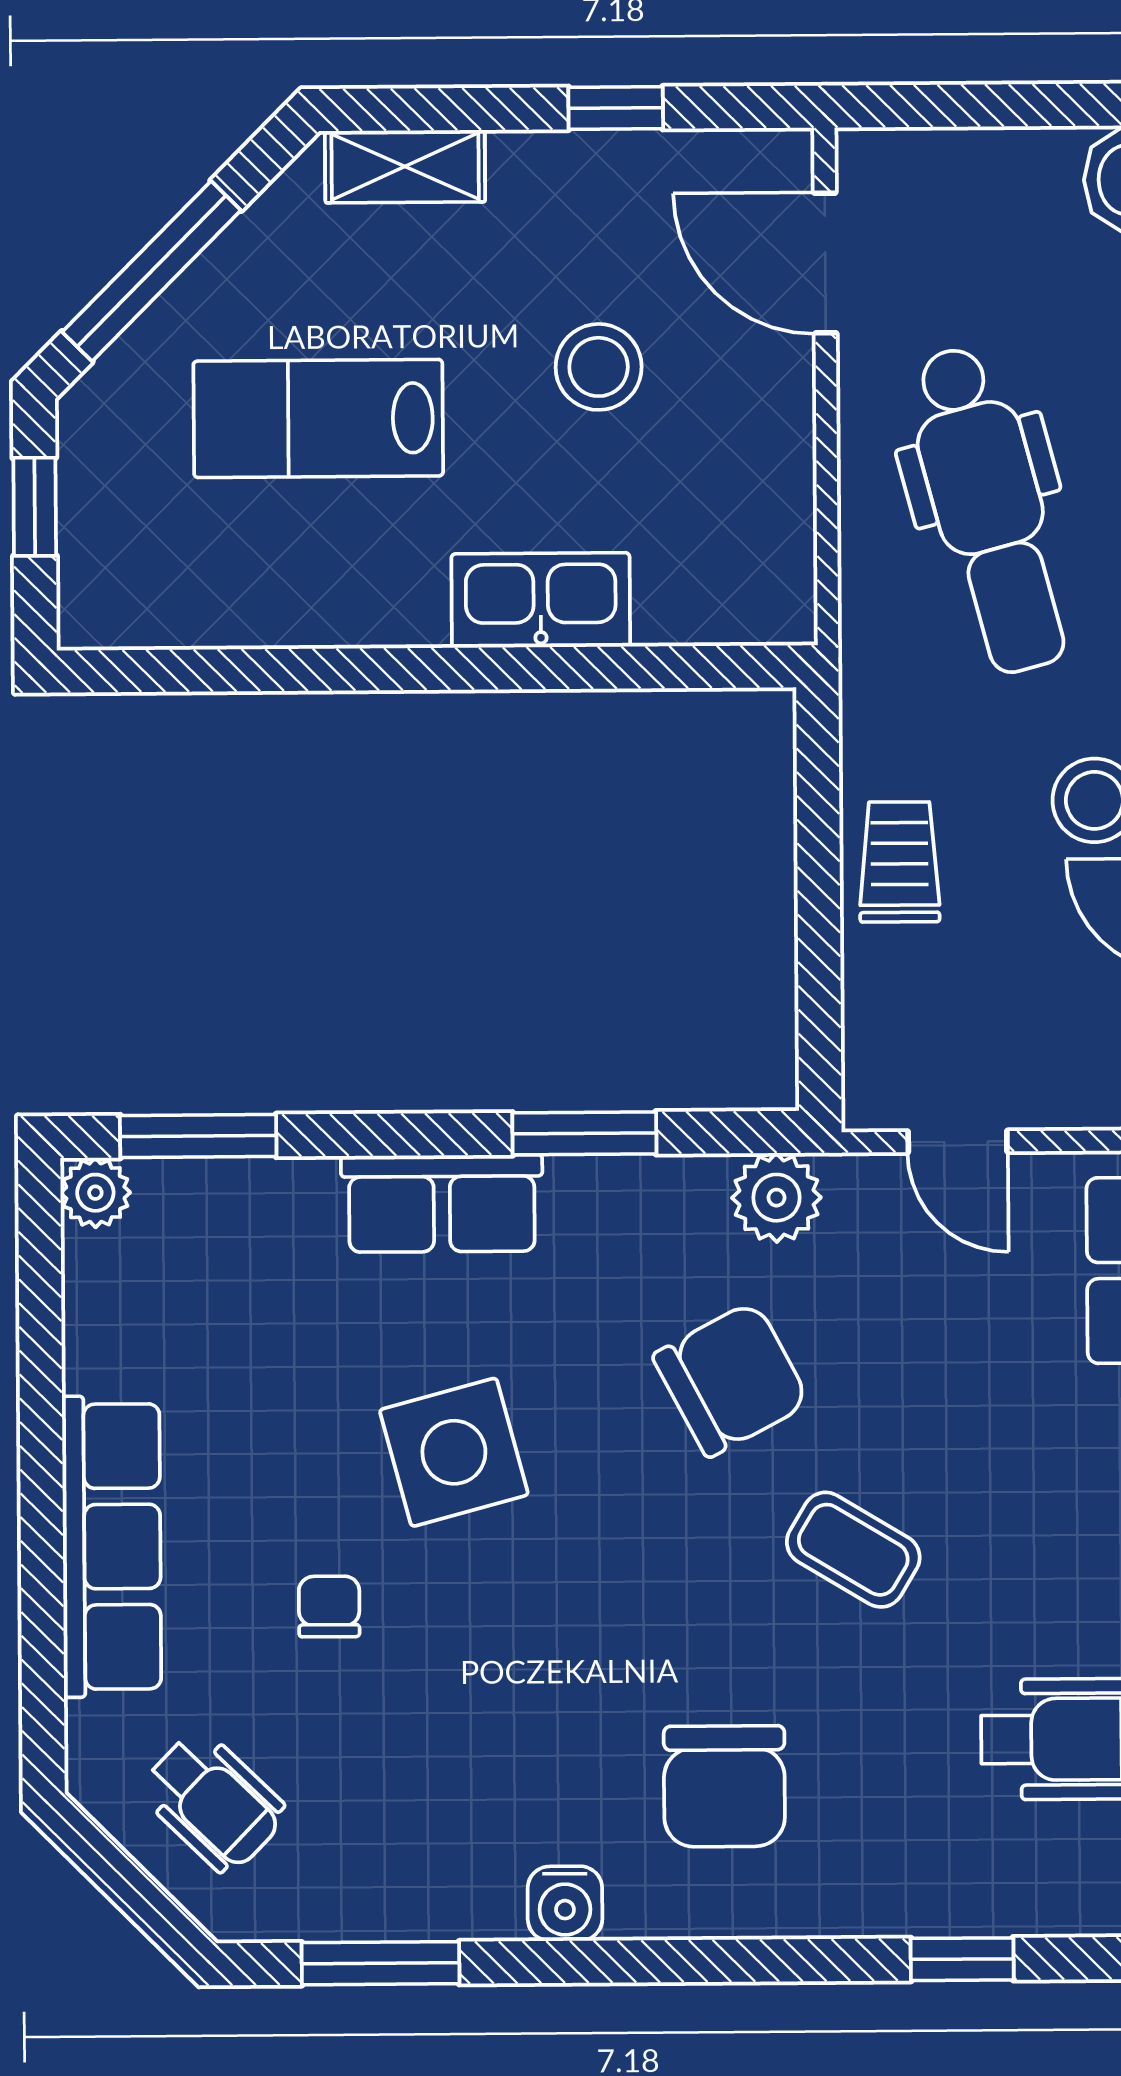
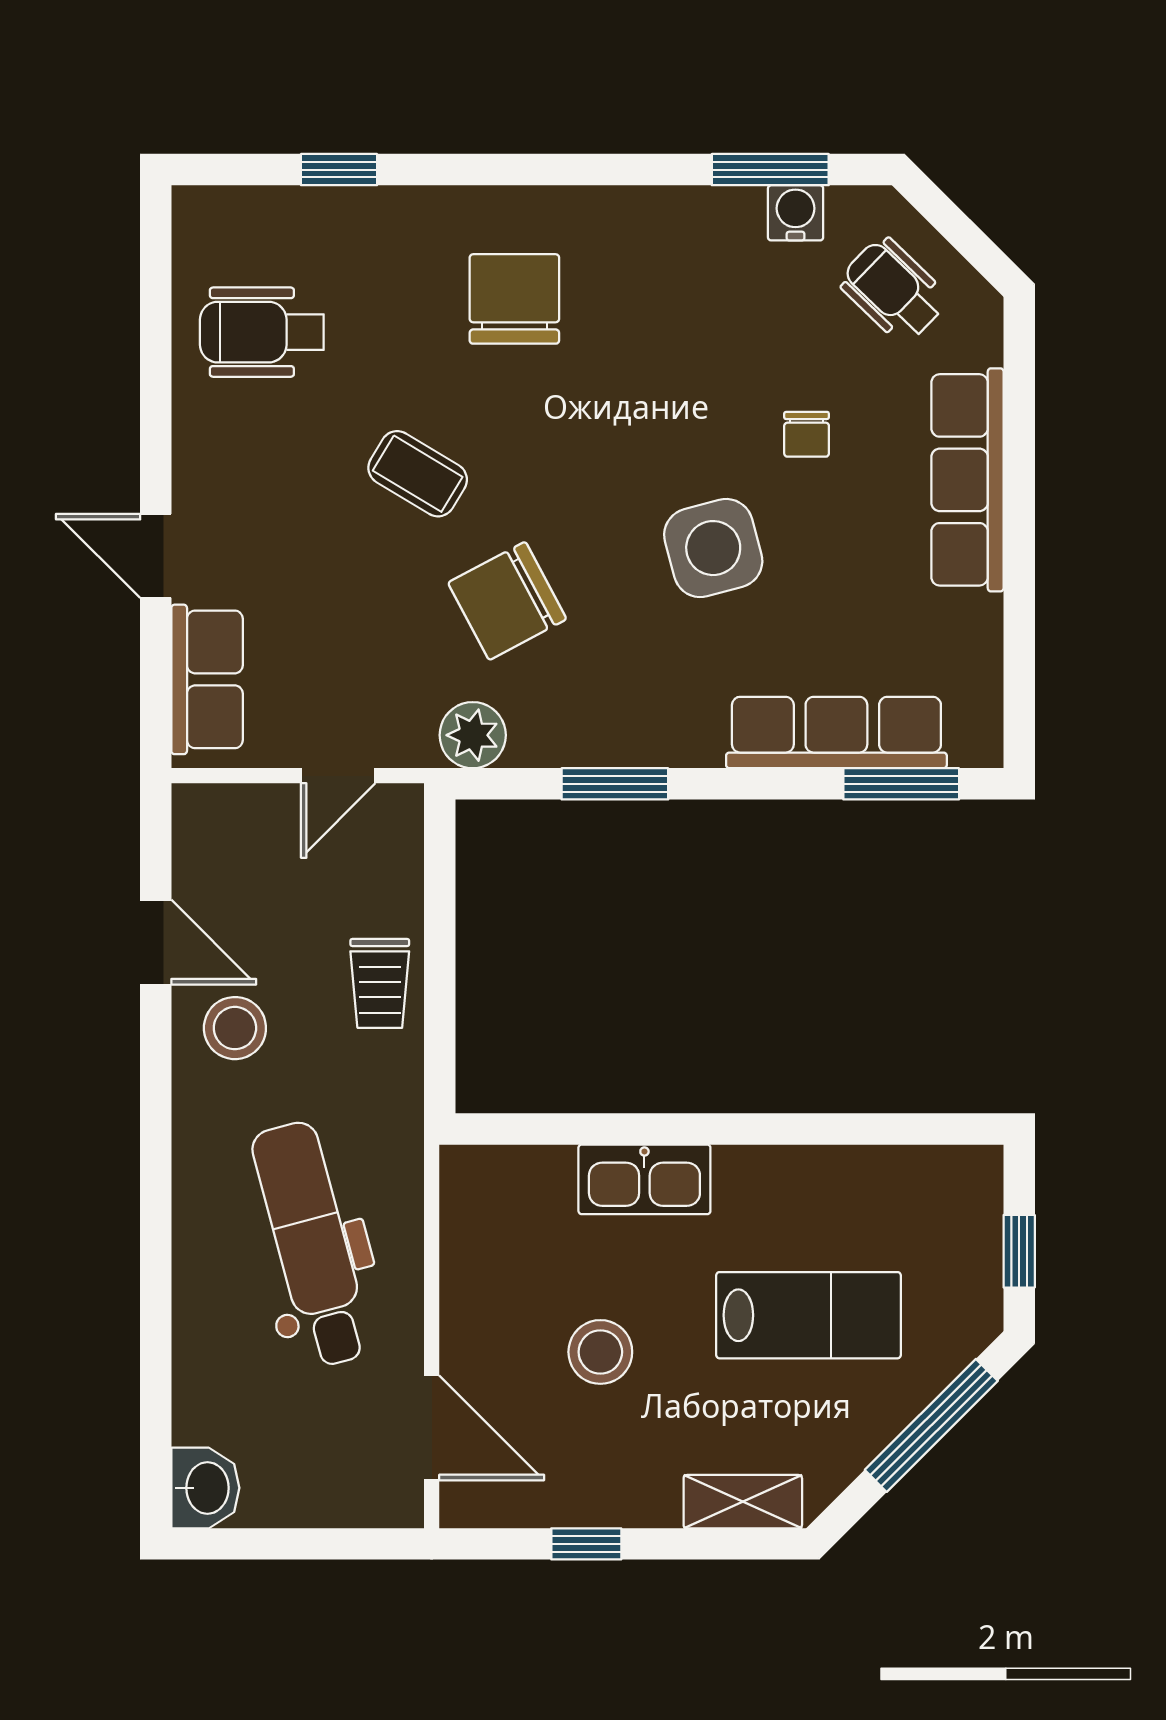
door: (958, 1142) -> (338, 776), swing flipped
plant: (95, 1193) -> (978, 742), removed
row of seats: (442, 1203) -> (836, 733), moved, width x1.48
water cooler: (565, 1904) -> (796, 213), moved

